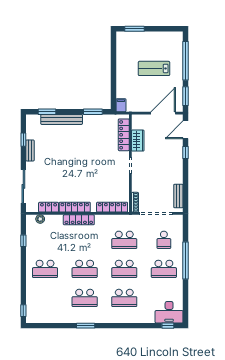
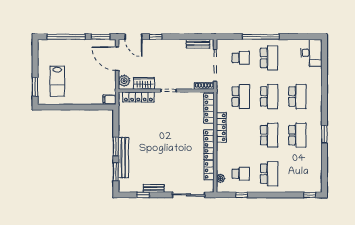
lab bench: (154, 68) -> (57, 81), moved
window: (93, 112) -> (116, 146), moved
plant: (140, 120) -> (124, 81), added
locker: (79, 220) -> (221, 127), moved
school desk: (45, 240) -> (241, 174), added
window: (168, 326) -> (324, 54), removed

